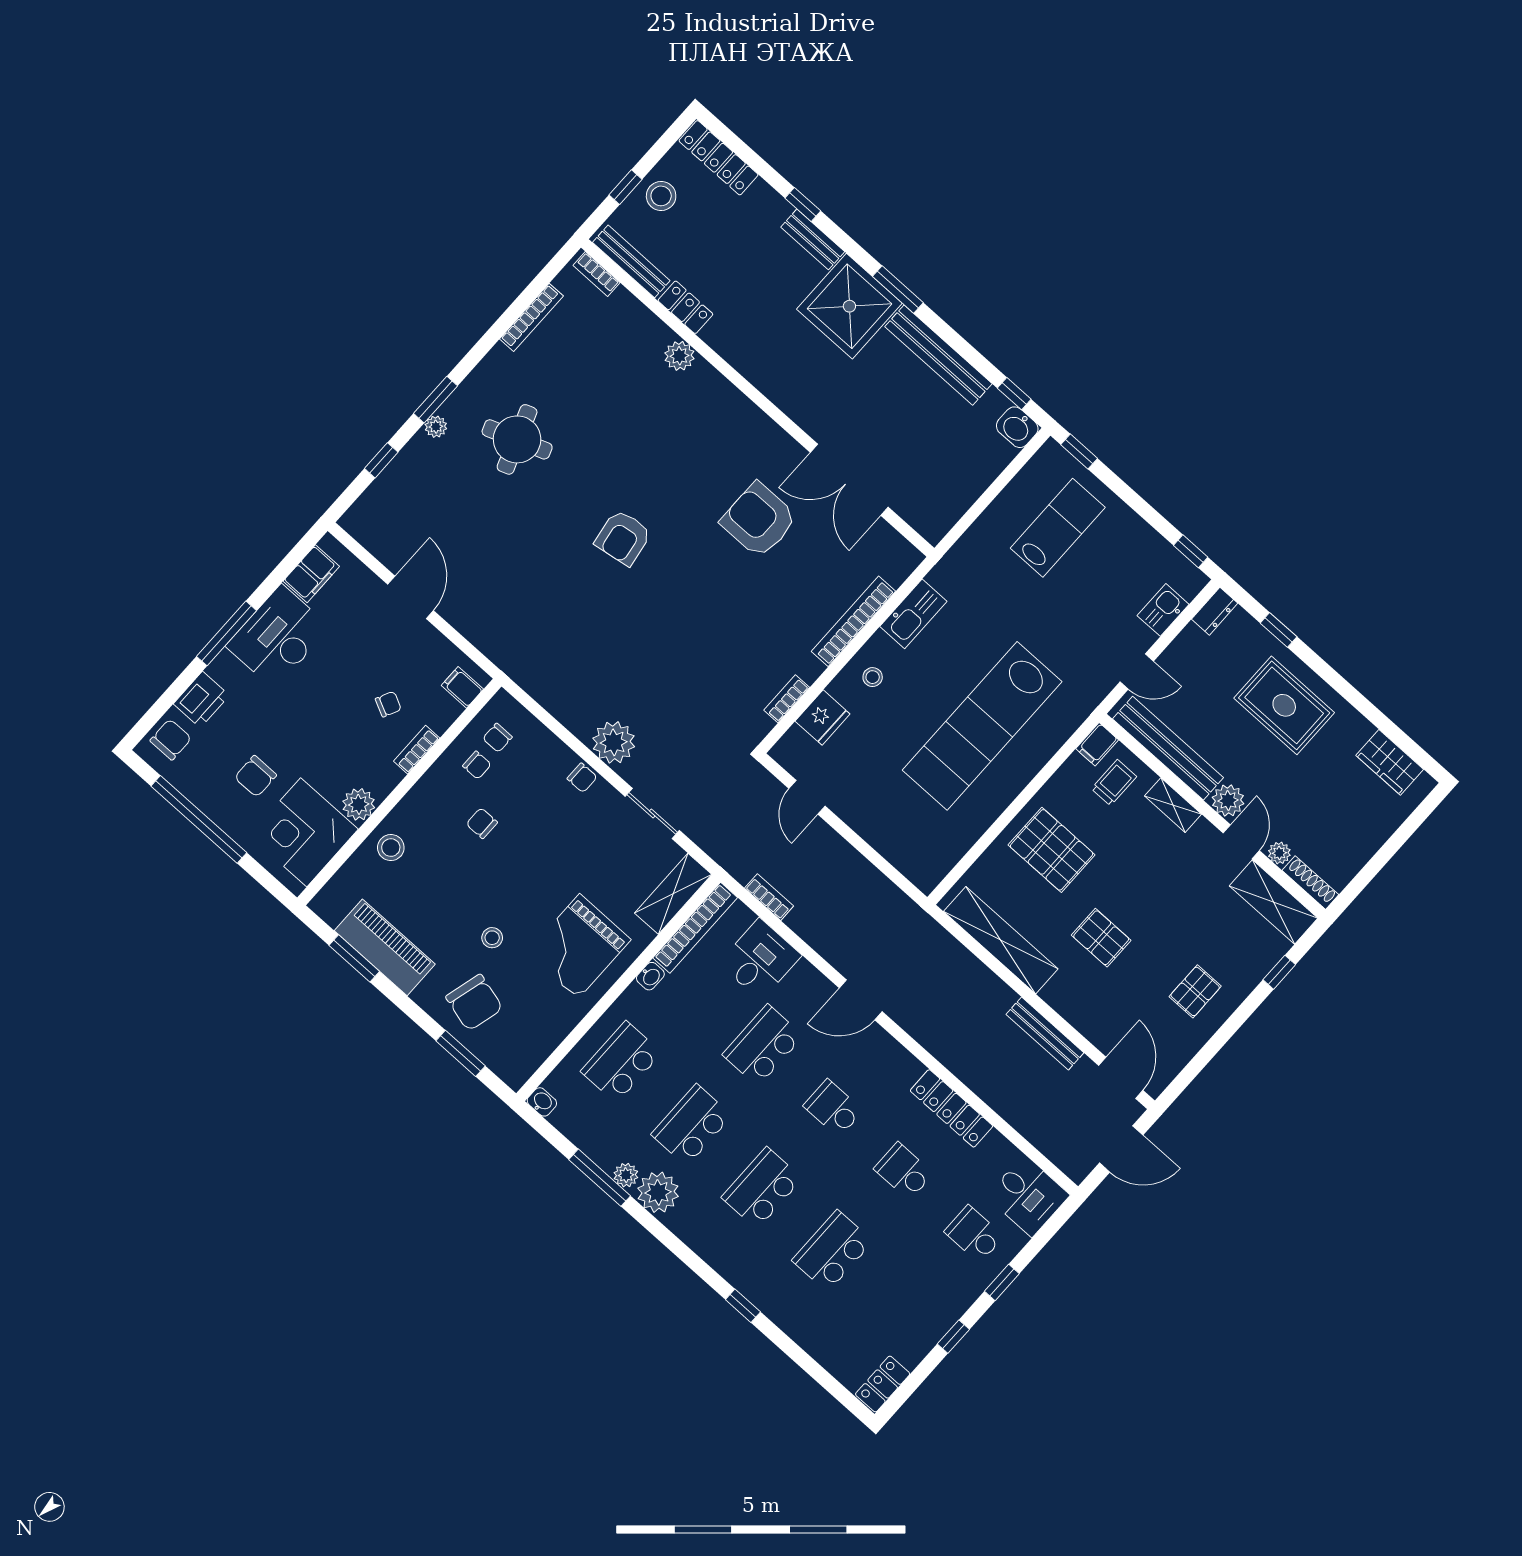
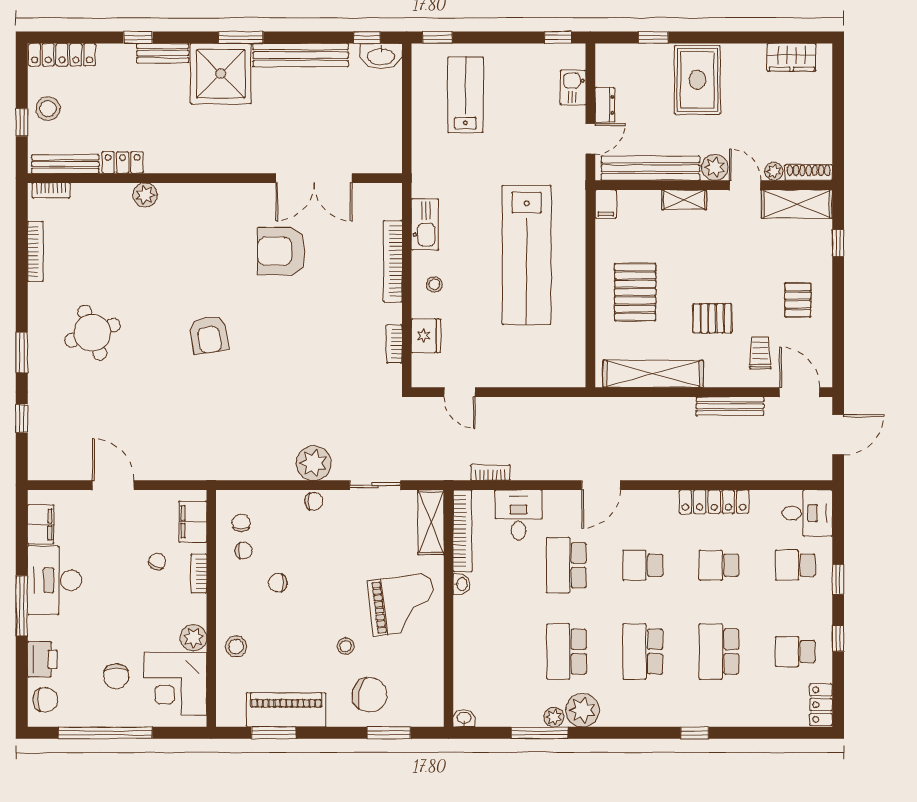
plant: (436, 427) -> (37, 369), removed
washbasin: (1017, 427) -> (381, 56), width x1.38
dresser: (1215, 611) -> (605, 105), moved
filing cabinet: (462, 687) -> (193, 522), width x2.00
rug: (1284, 705) -> (697, 80), turned 90
chair: (497, 738) -> (241, 523), turned 180
chair: (171, 739) -> (45, 700), turned 90
trolley: (1114, 783) -> (760, 353), moved
pallet: (1052, 850) -> (635, 292), turned 90
grand piano: (579, 946) -> (402, 605), turned -97
school desk: (621, 1062) -> (795, 652), moved, width x0.54

